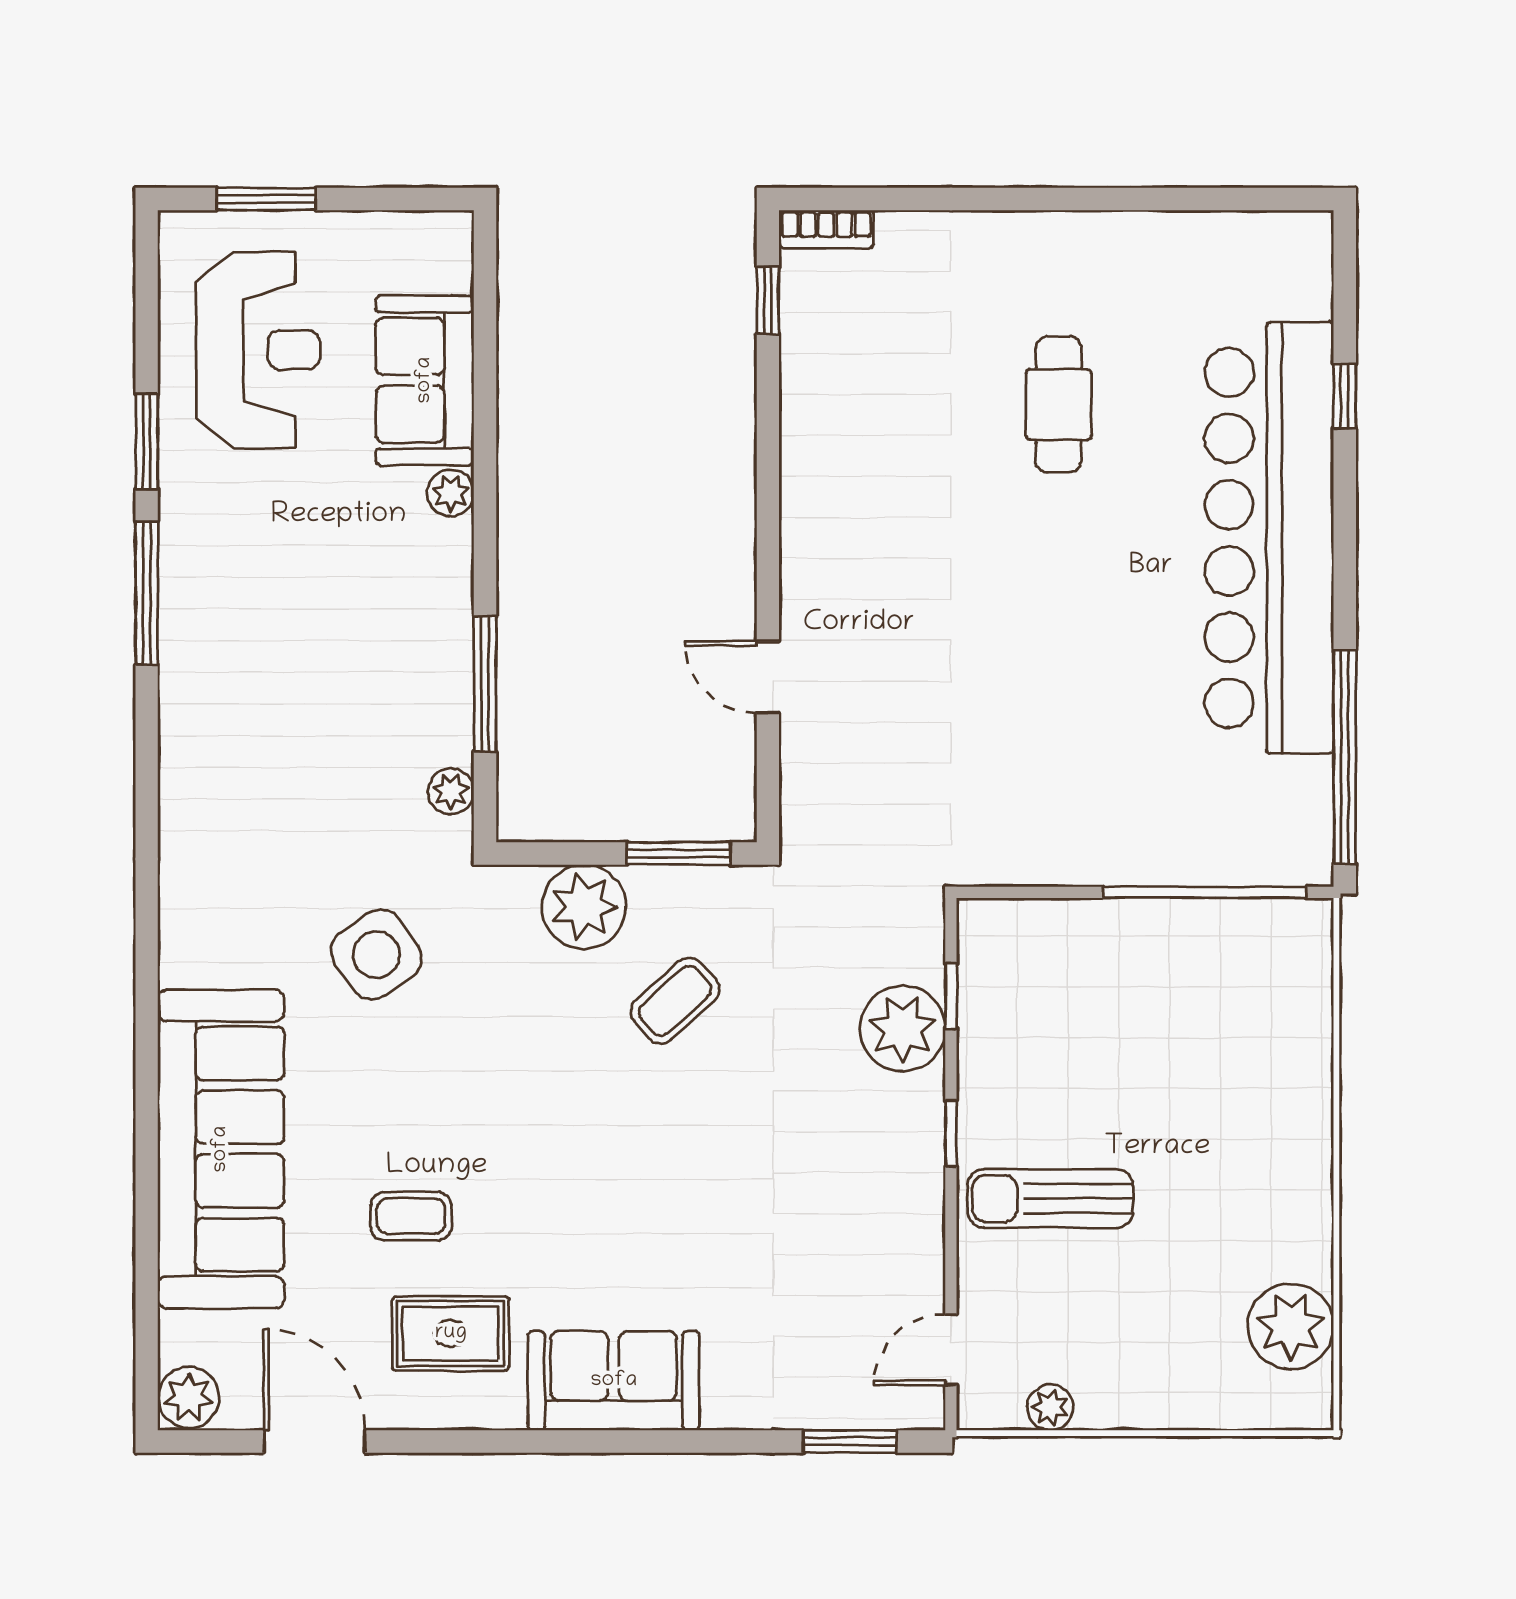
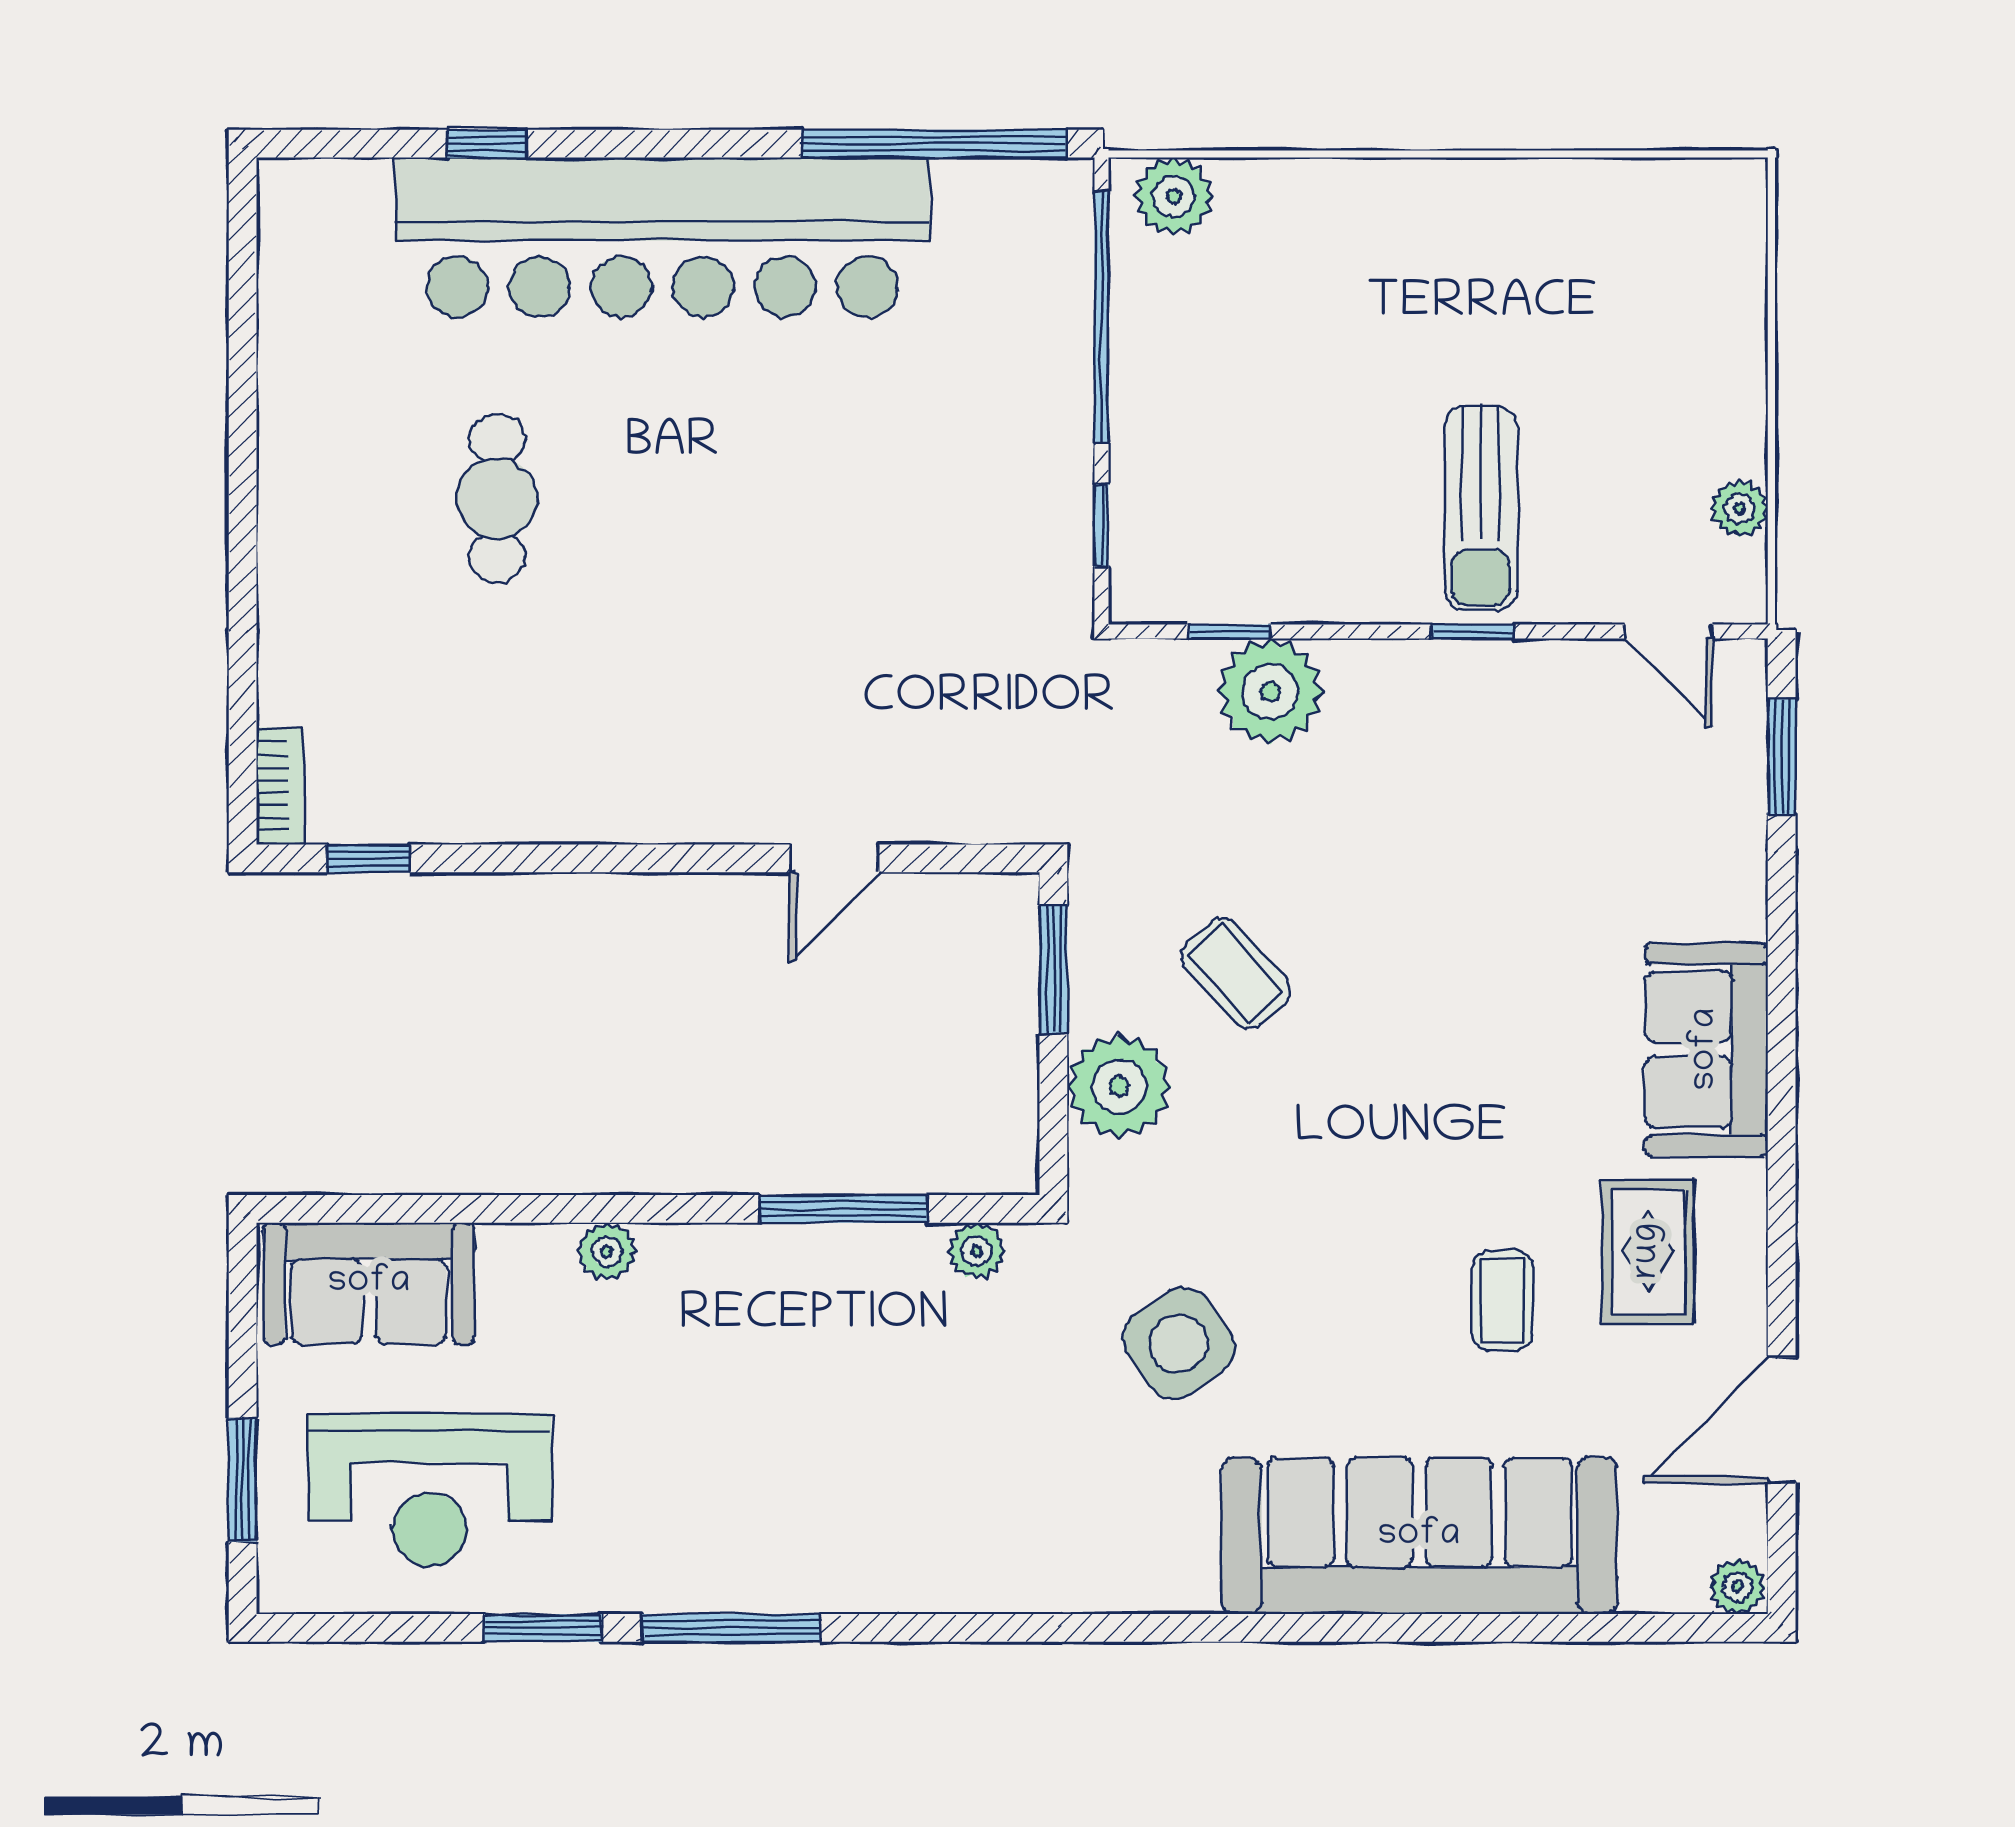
reception desk: (258, 350) -> (430, 1490), turned 180
sofa: (425, 380) -> (369, 1283), moved
cafe table: (1059, 404) -> (497, 498), turned 90
window: (1037, 892) -> (1101, 525), added
window: (951, 1133) -> (1472, 632), moved
plant: (1291, 1326) -> (1173, 196), moved, width x0.73, depth x0.73
plant: (188, 1397) -> (1737, 1587), width x0.73, depth x0.73

